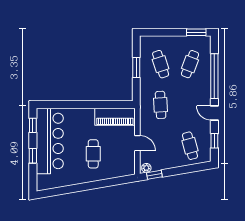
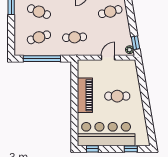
window: (136, 67) -> (42, 59), width x2.11
piano: (115, 117) -> (85, 95), moved
window: (33, 156) -> (131, 149), moved

